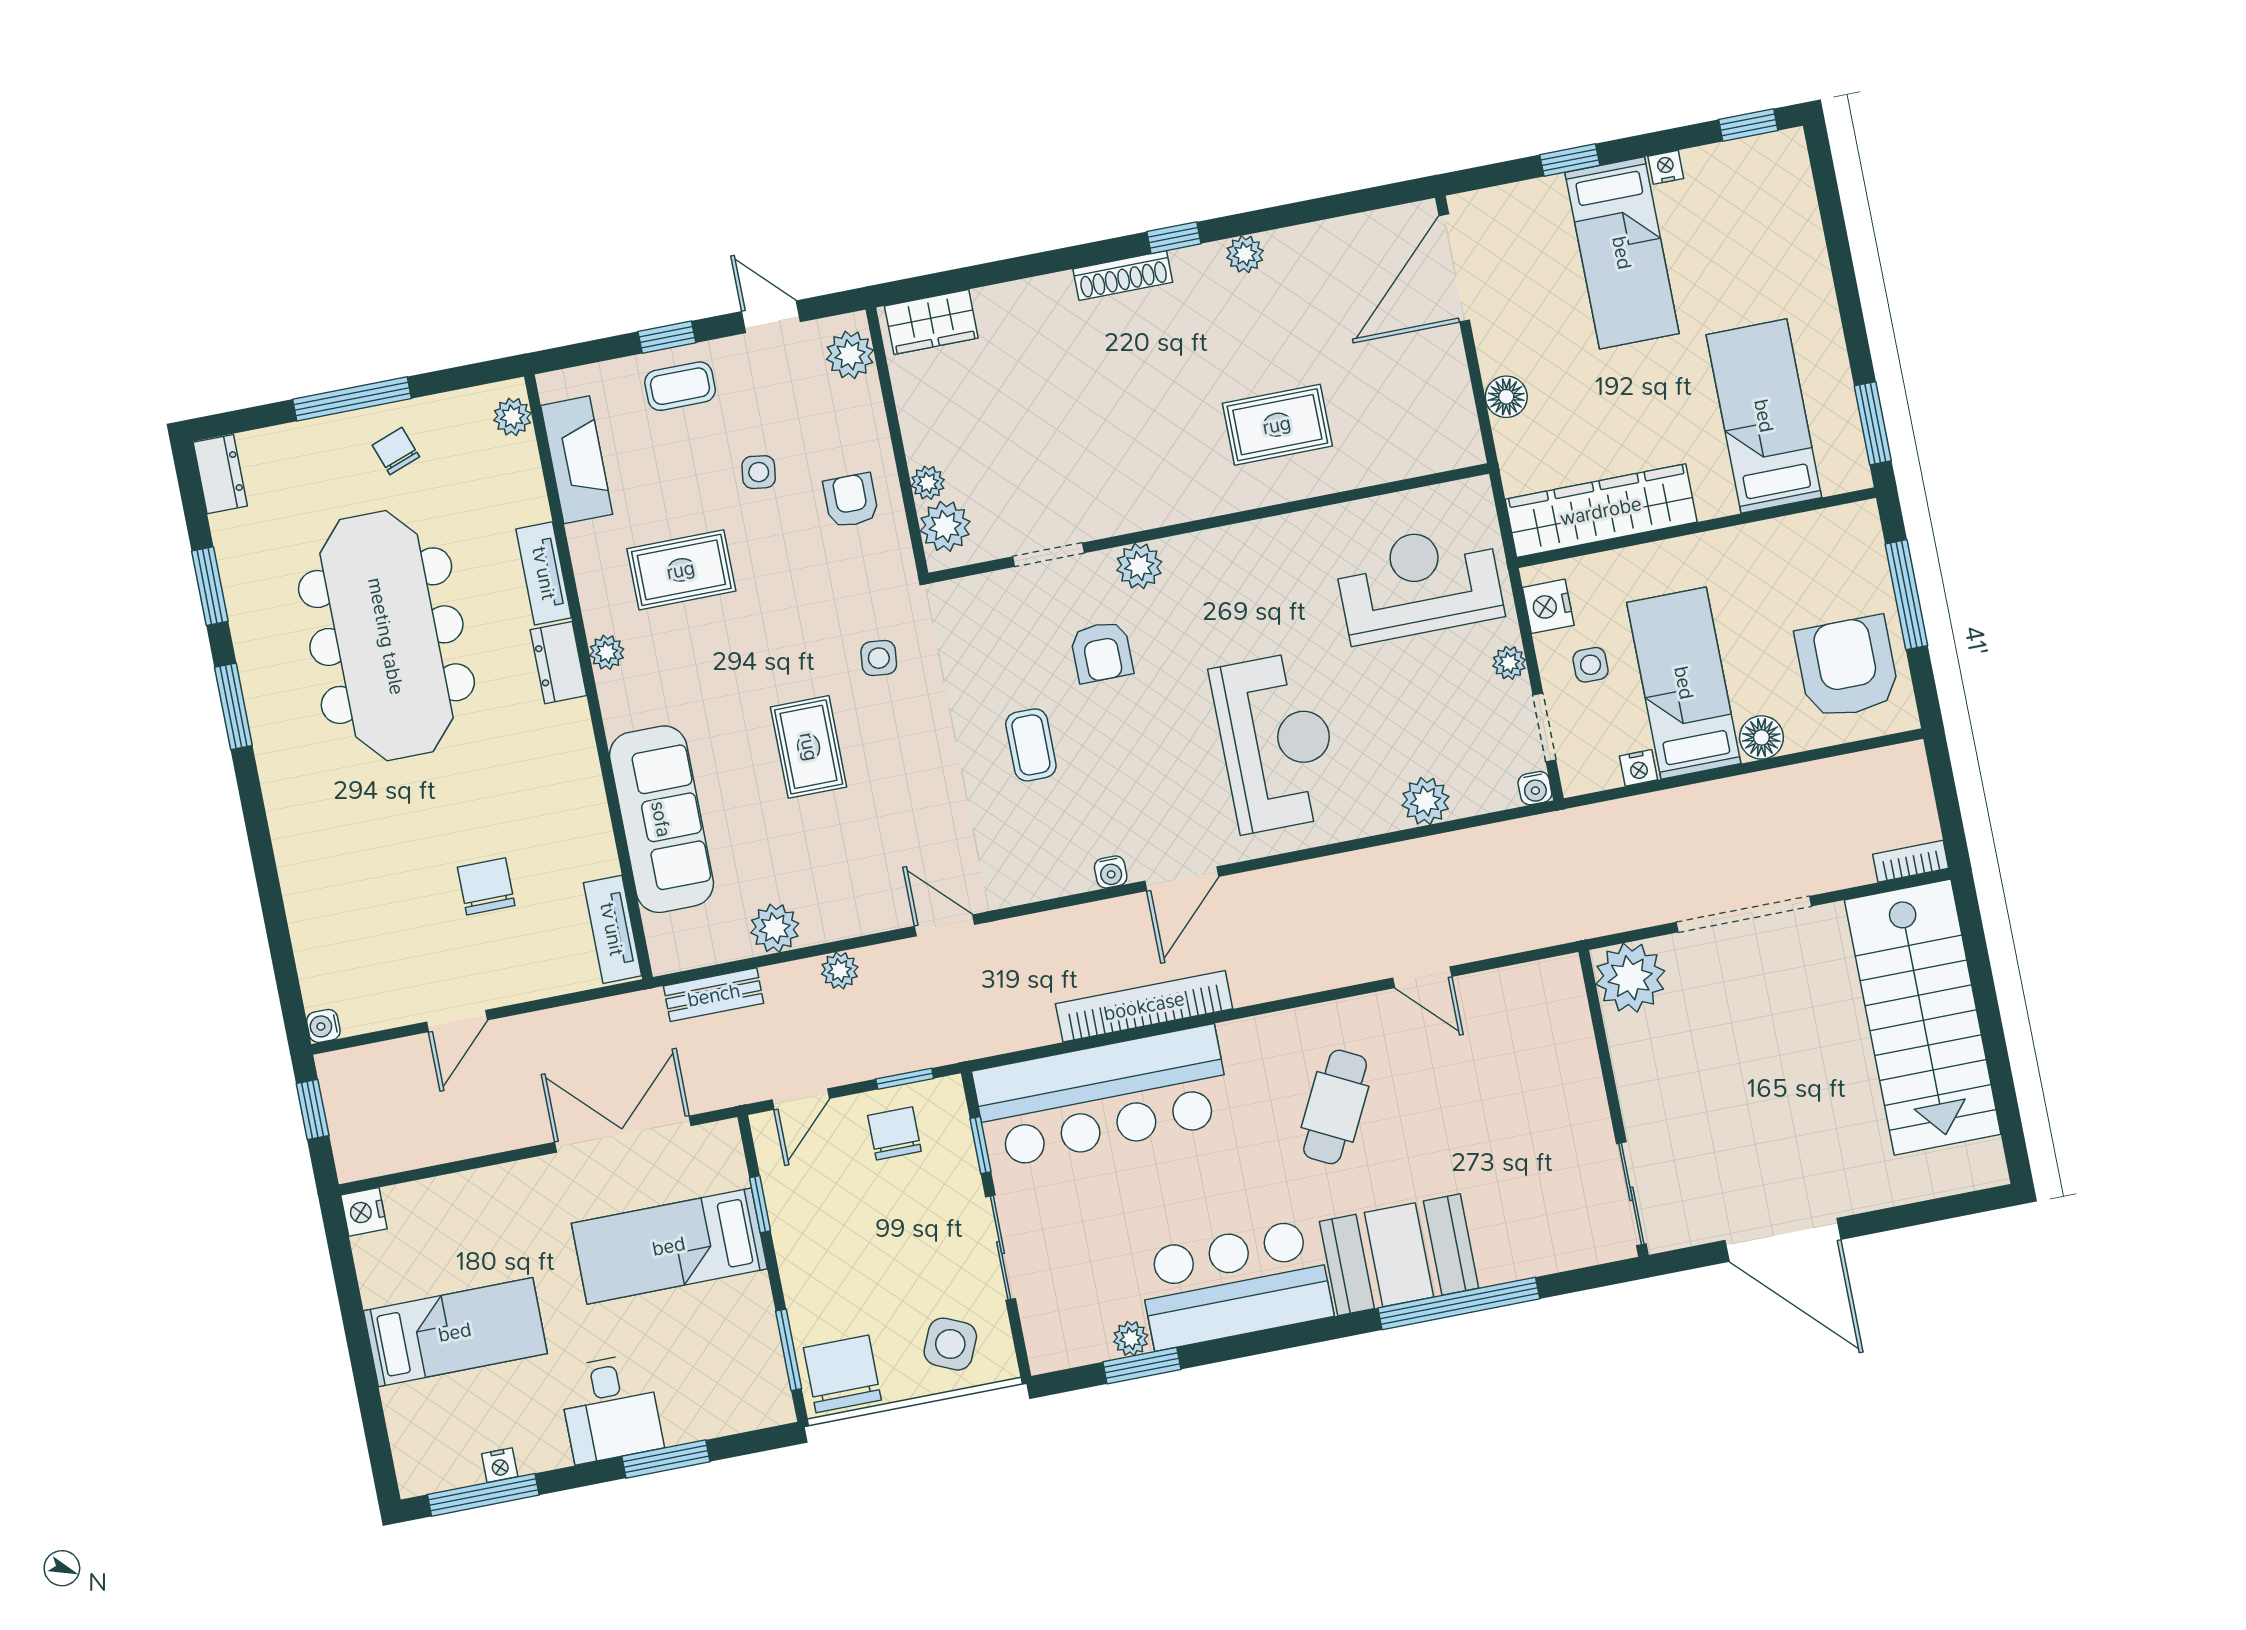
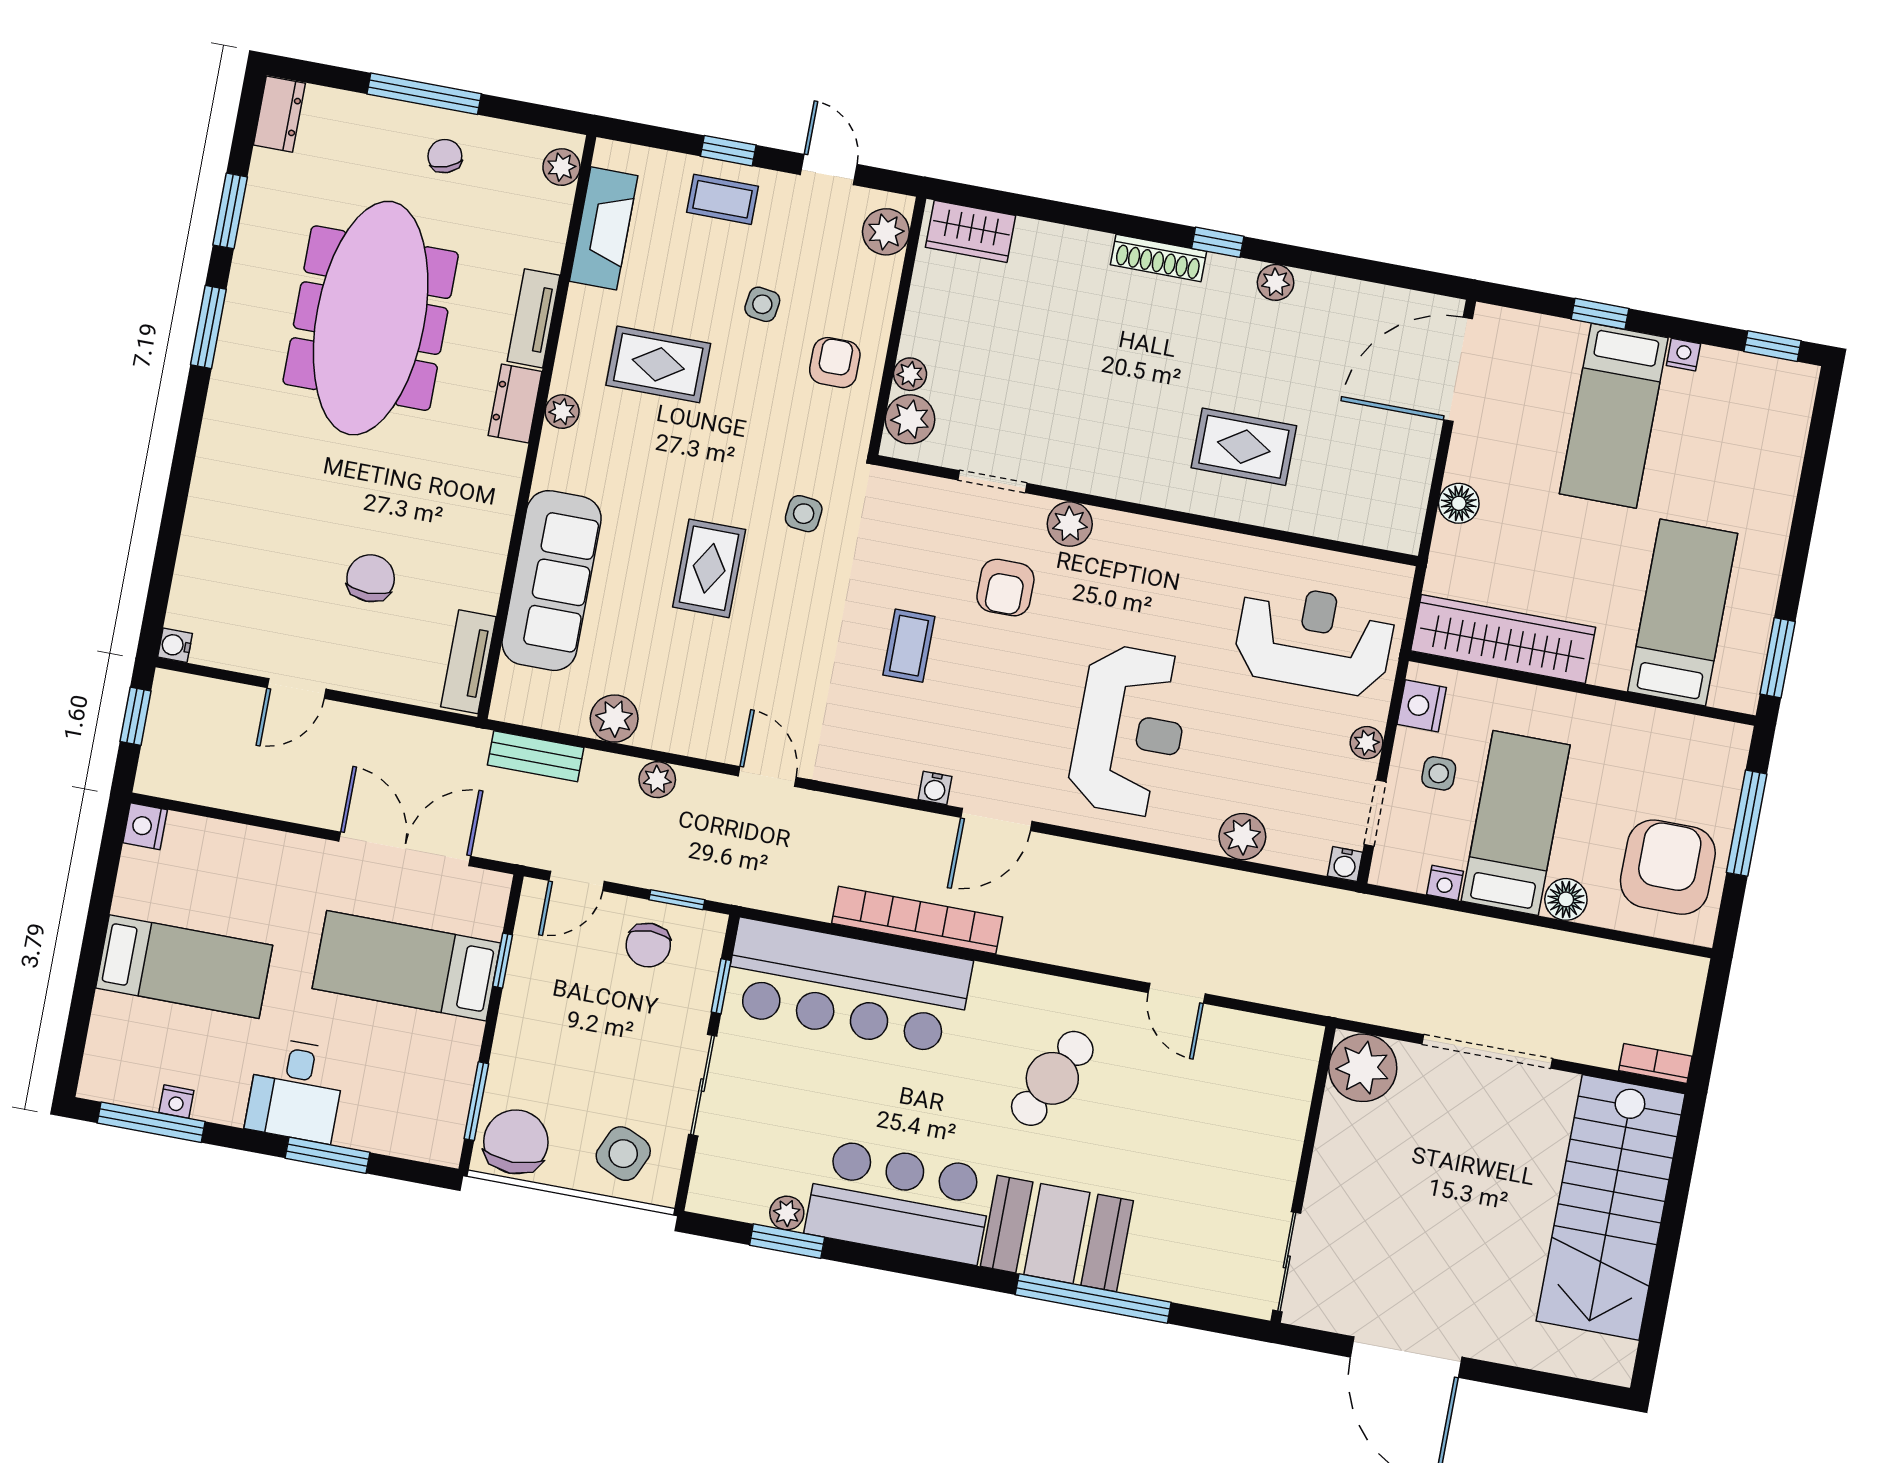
chair: (894, 1133) -> (648, 945), turned 180

